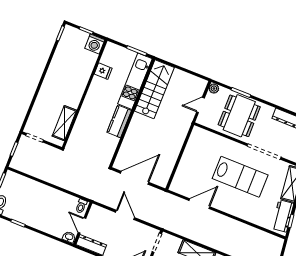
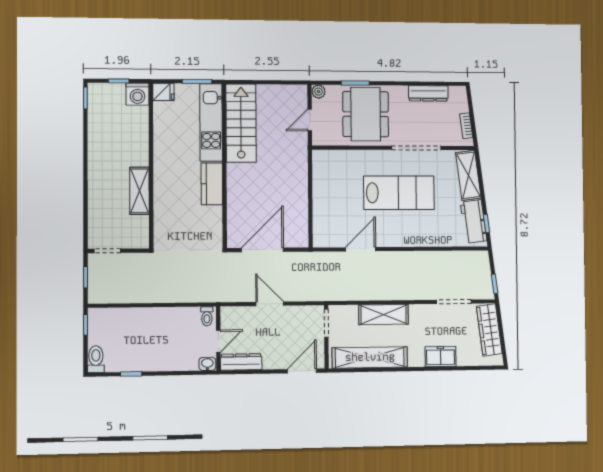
fridge: (103, 71) -> (163, 92), moved
shelving: (64, 123) -> (139, 191), moved
door: (82, 225) -> (218, 341), swing flipped

